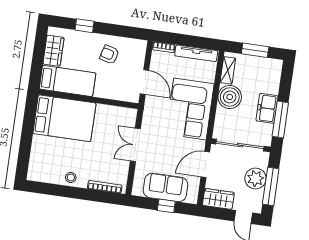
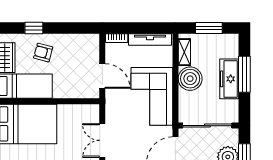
armchair: (109, 55) -> (43, 53), moved
freezer: (267, 108) -> (229, 79), width x1.40
window: (280, 120) -> (244, 74), moved

